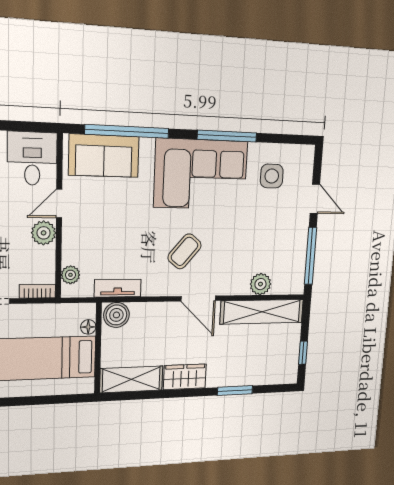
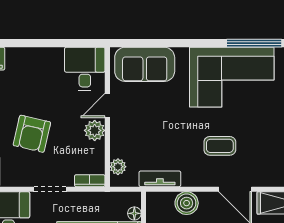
window: (127, 131) -> (164, 43), removed
coffee table: (185, 251) -> (220, 146), turned 50
boiler: (116, 315) -> (187, 203), moved

